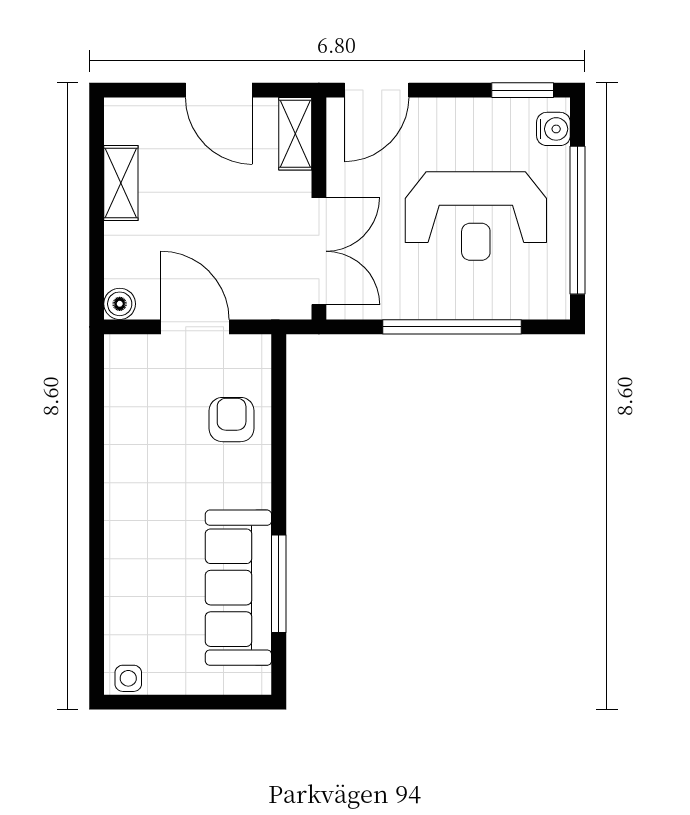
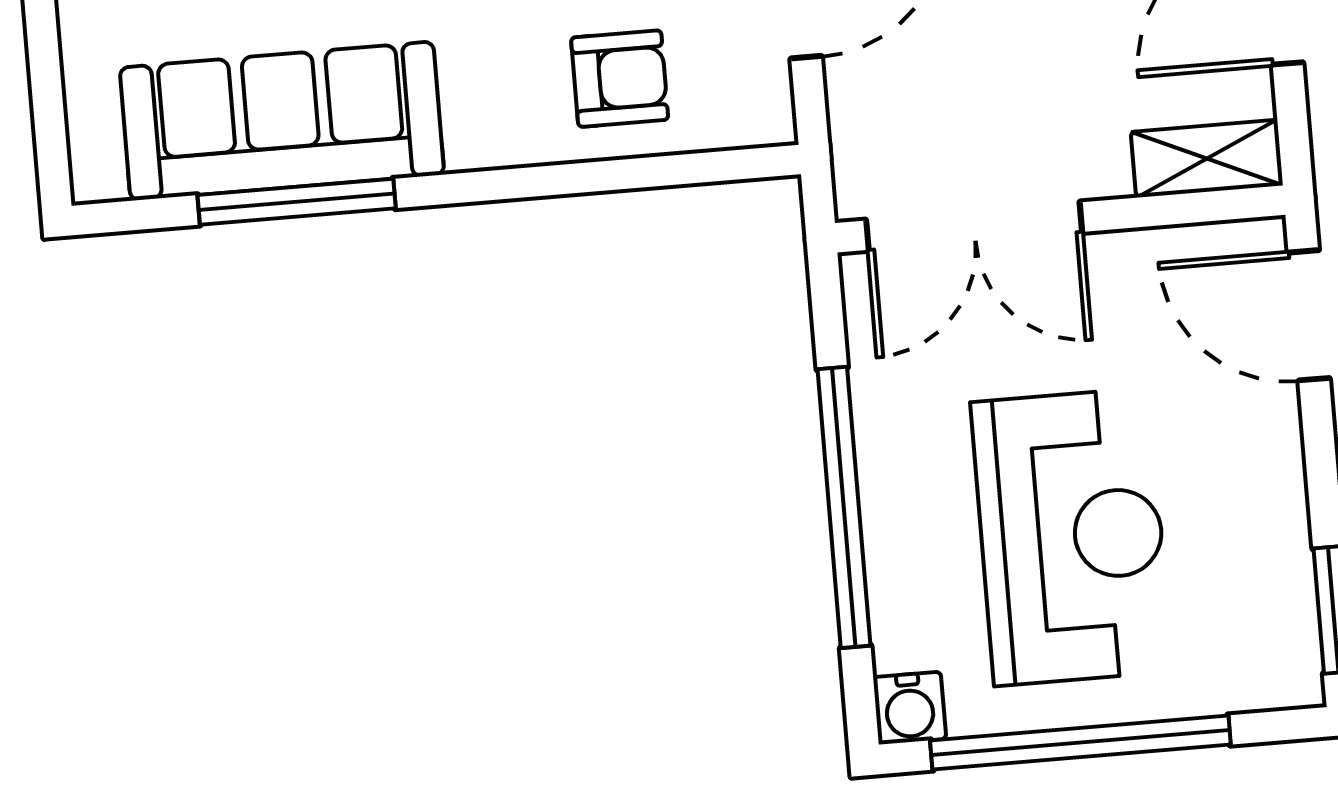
water cooler: (553, 129) -> (910, 708), moved
reception desk: (476, 216) -> (1072, 537), turned 180

